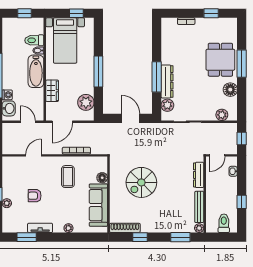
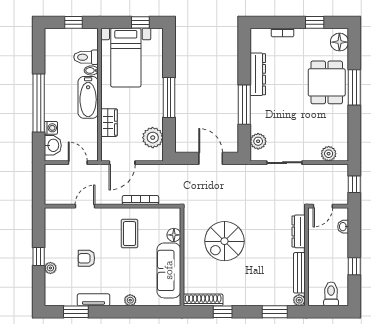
dresser: (167, 81) -> (258, 74), moved
floor lamp: (230, 90) -> (339, 42), moved

